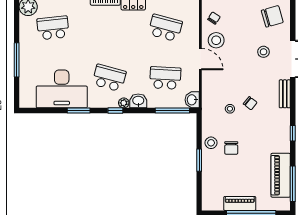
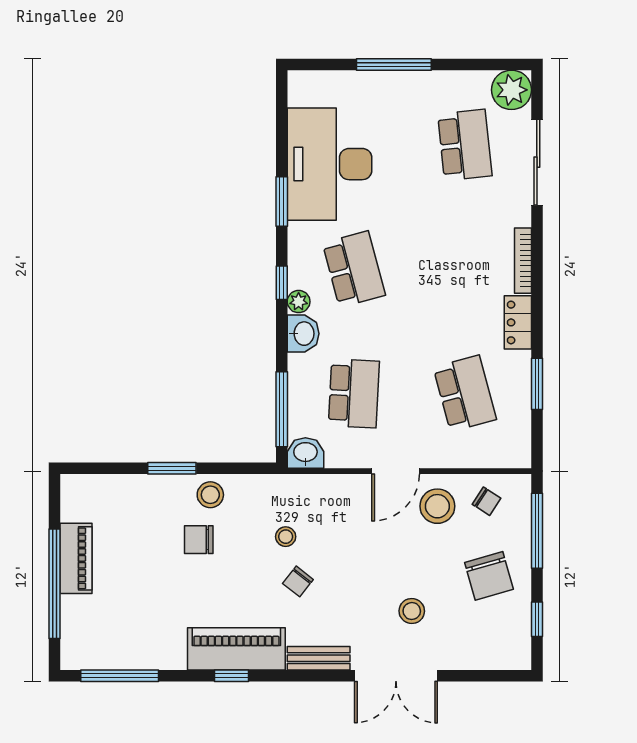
chair: (272, 16) -> (489, 576), moved
school desk: (165, 28) -> (465, 393), turned -30
school desk: (109, 78) -> (354, 269), turned -30
piano: (281, 175) -> (236, 649), moved

